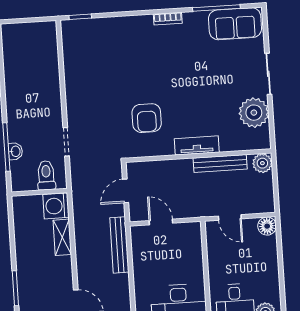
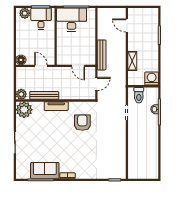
sofa: (235, 24) -> (45, 171), moved
plant: (254, 113) -> (24, 110), moved
washing machine: (56, 206) -> (152, 79), moved, turned -90

